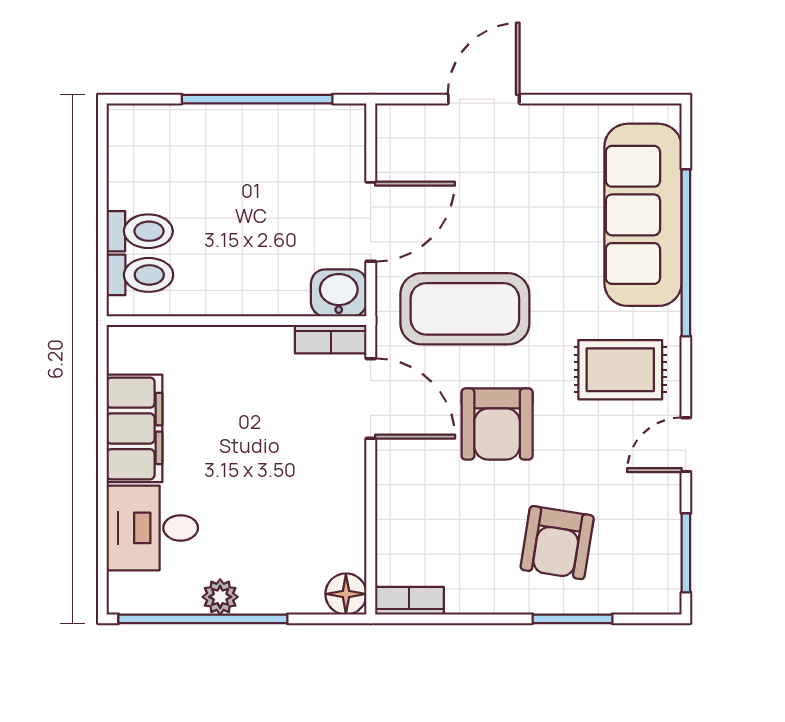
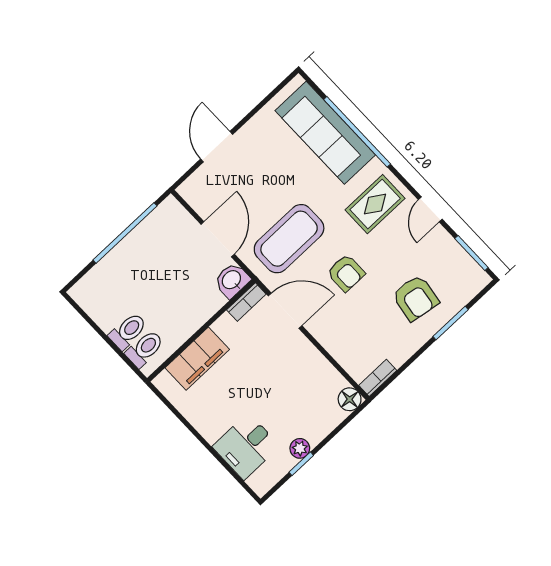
armchair: (497, 424) -> (346, 273), width x0.72, depth x0.72
filing cabinet: (134, 428) -> (197, 359), moved, turned 90
window: (203, 619) -> (301, 464), width x0.32

